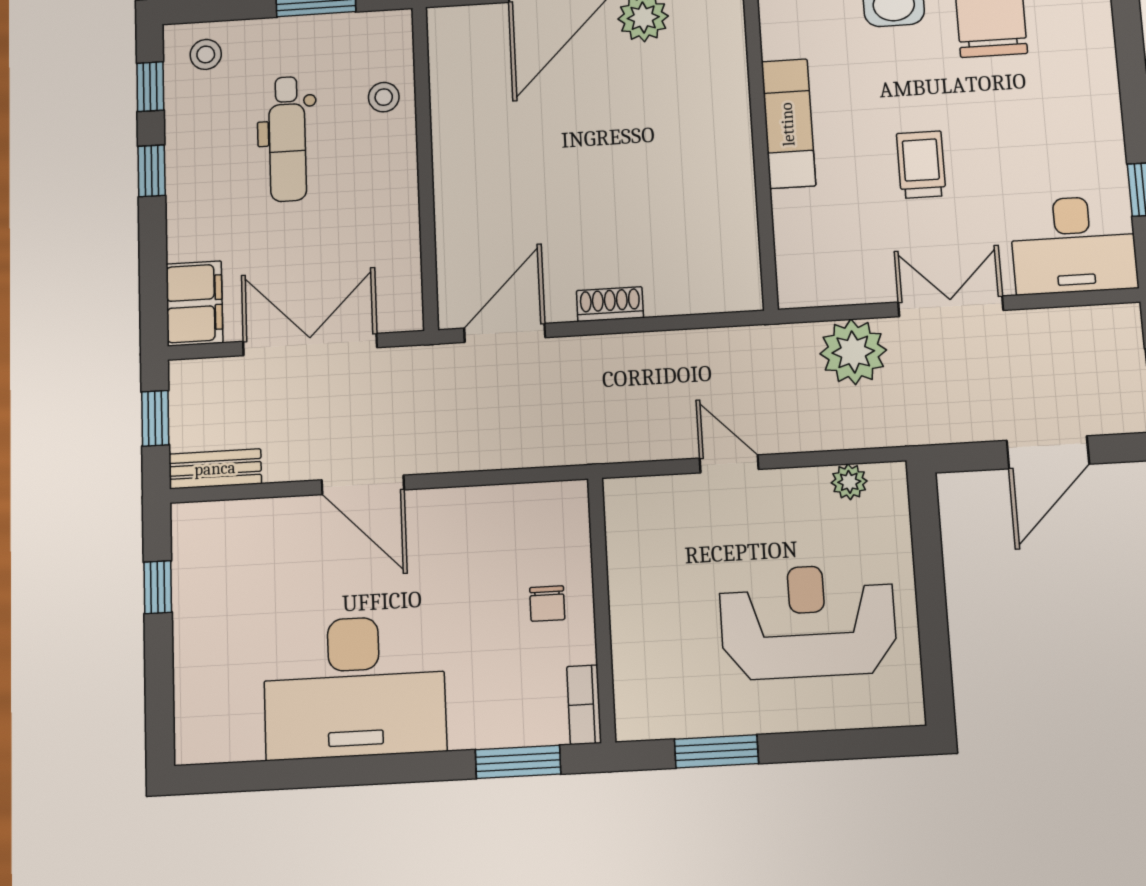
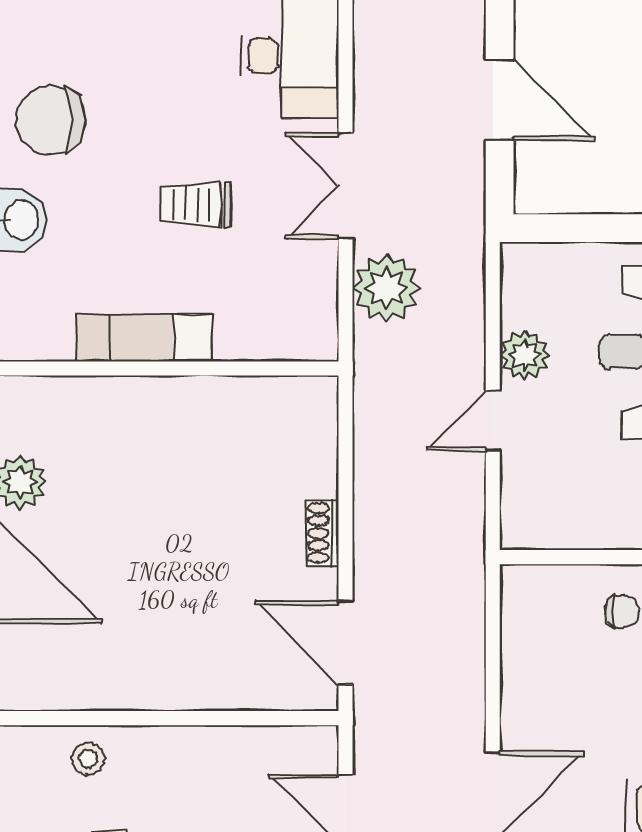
plant: (849, 482) -> (525, 355), moved, width x1.38, depth x1.38

